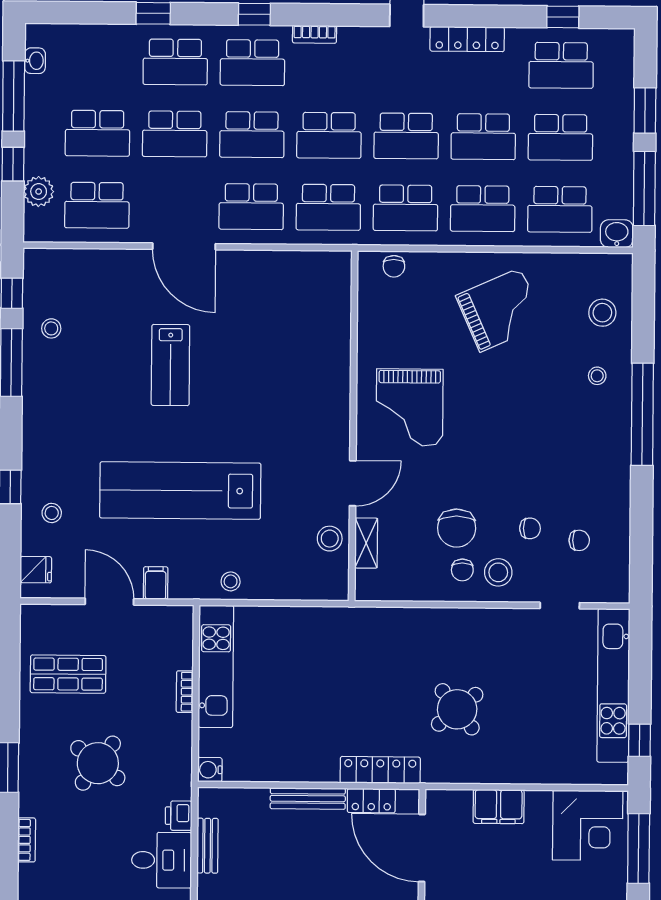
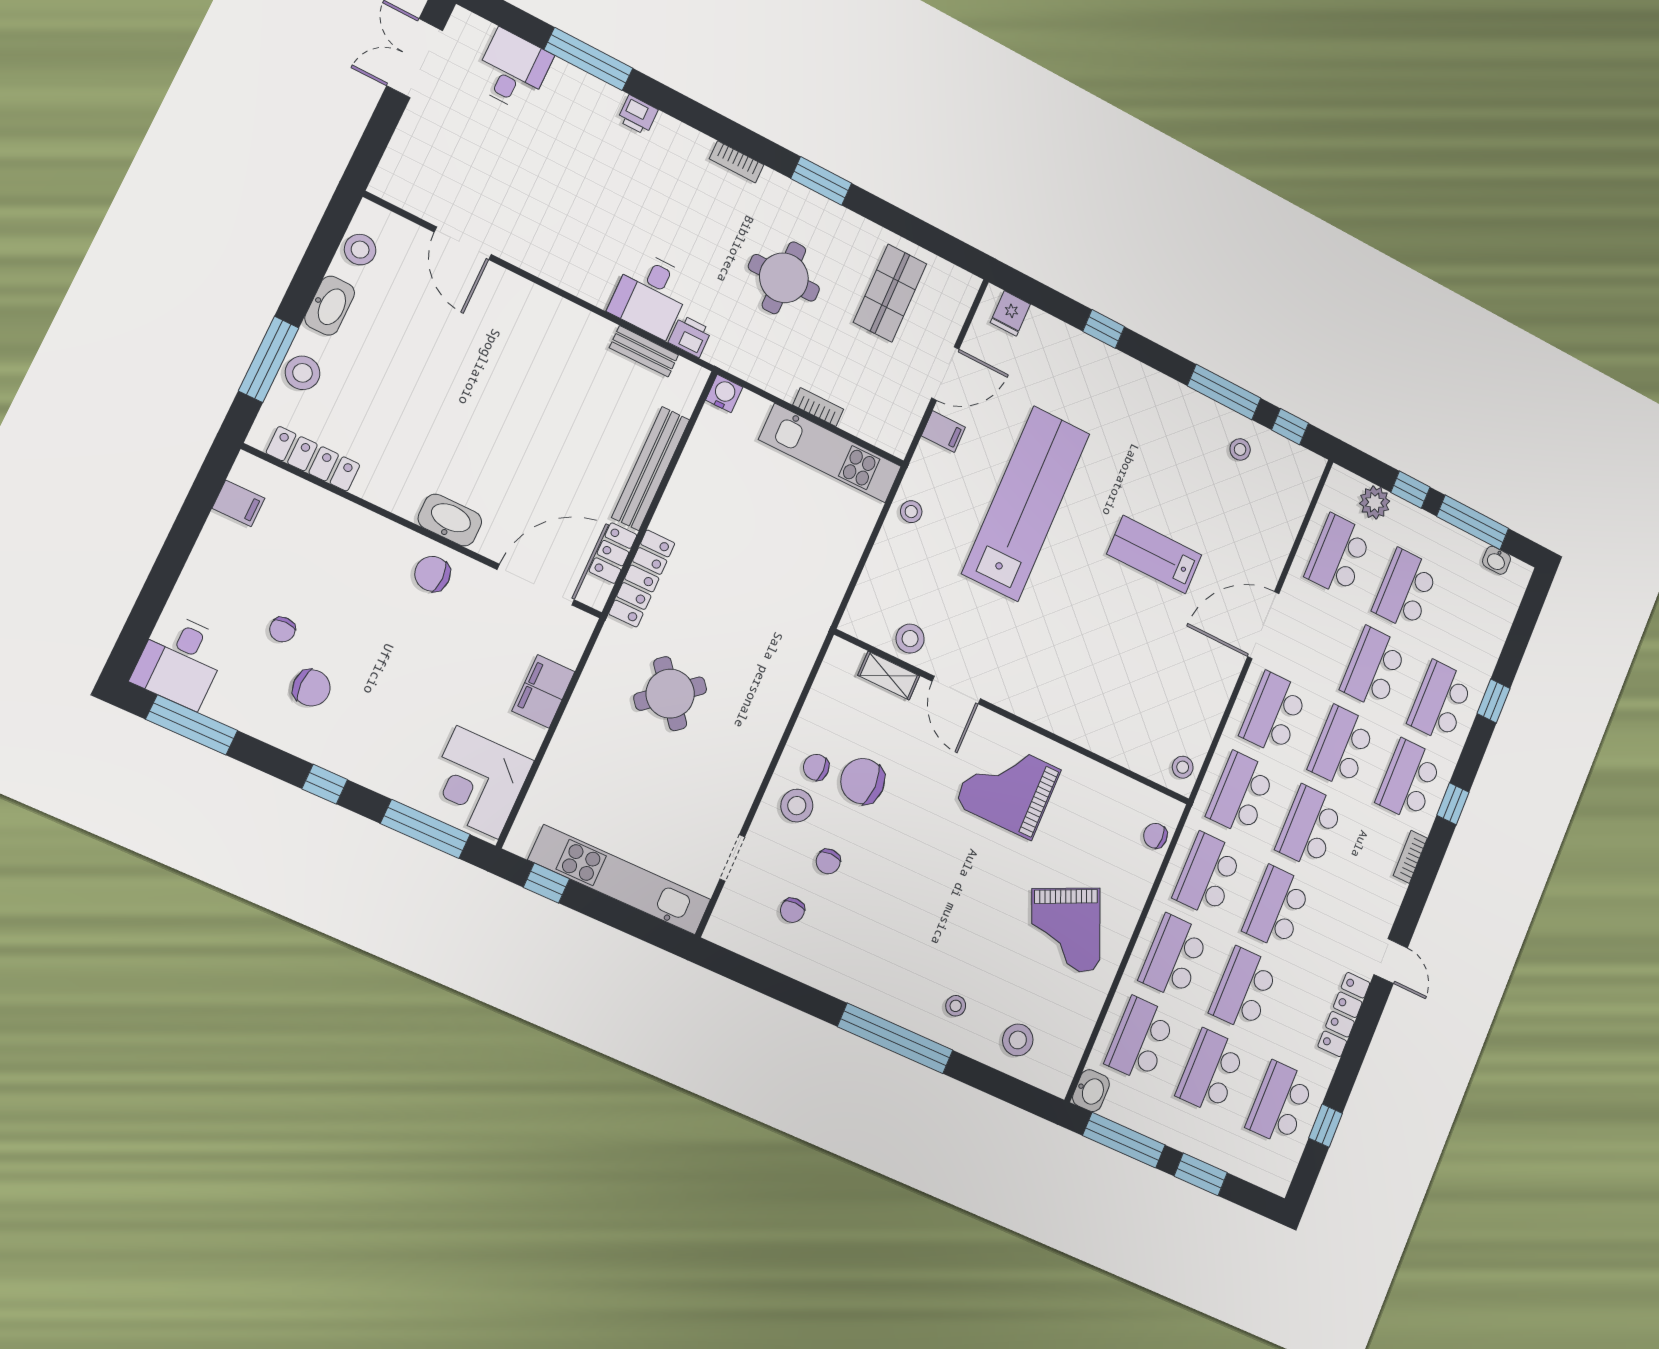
stool: (52, 513) -> (1183, 767), moved
round table: (98, 763) -> (784, 278), turned -37
bench: (308, 799) -> (651, 468), width x1.37, depth x1.21

